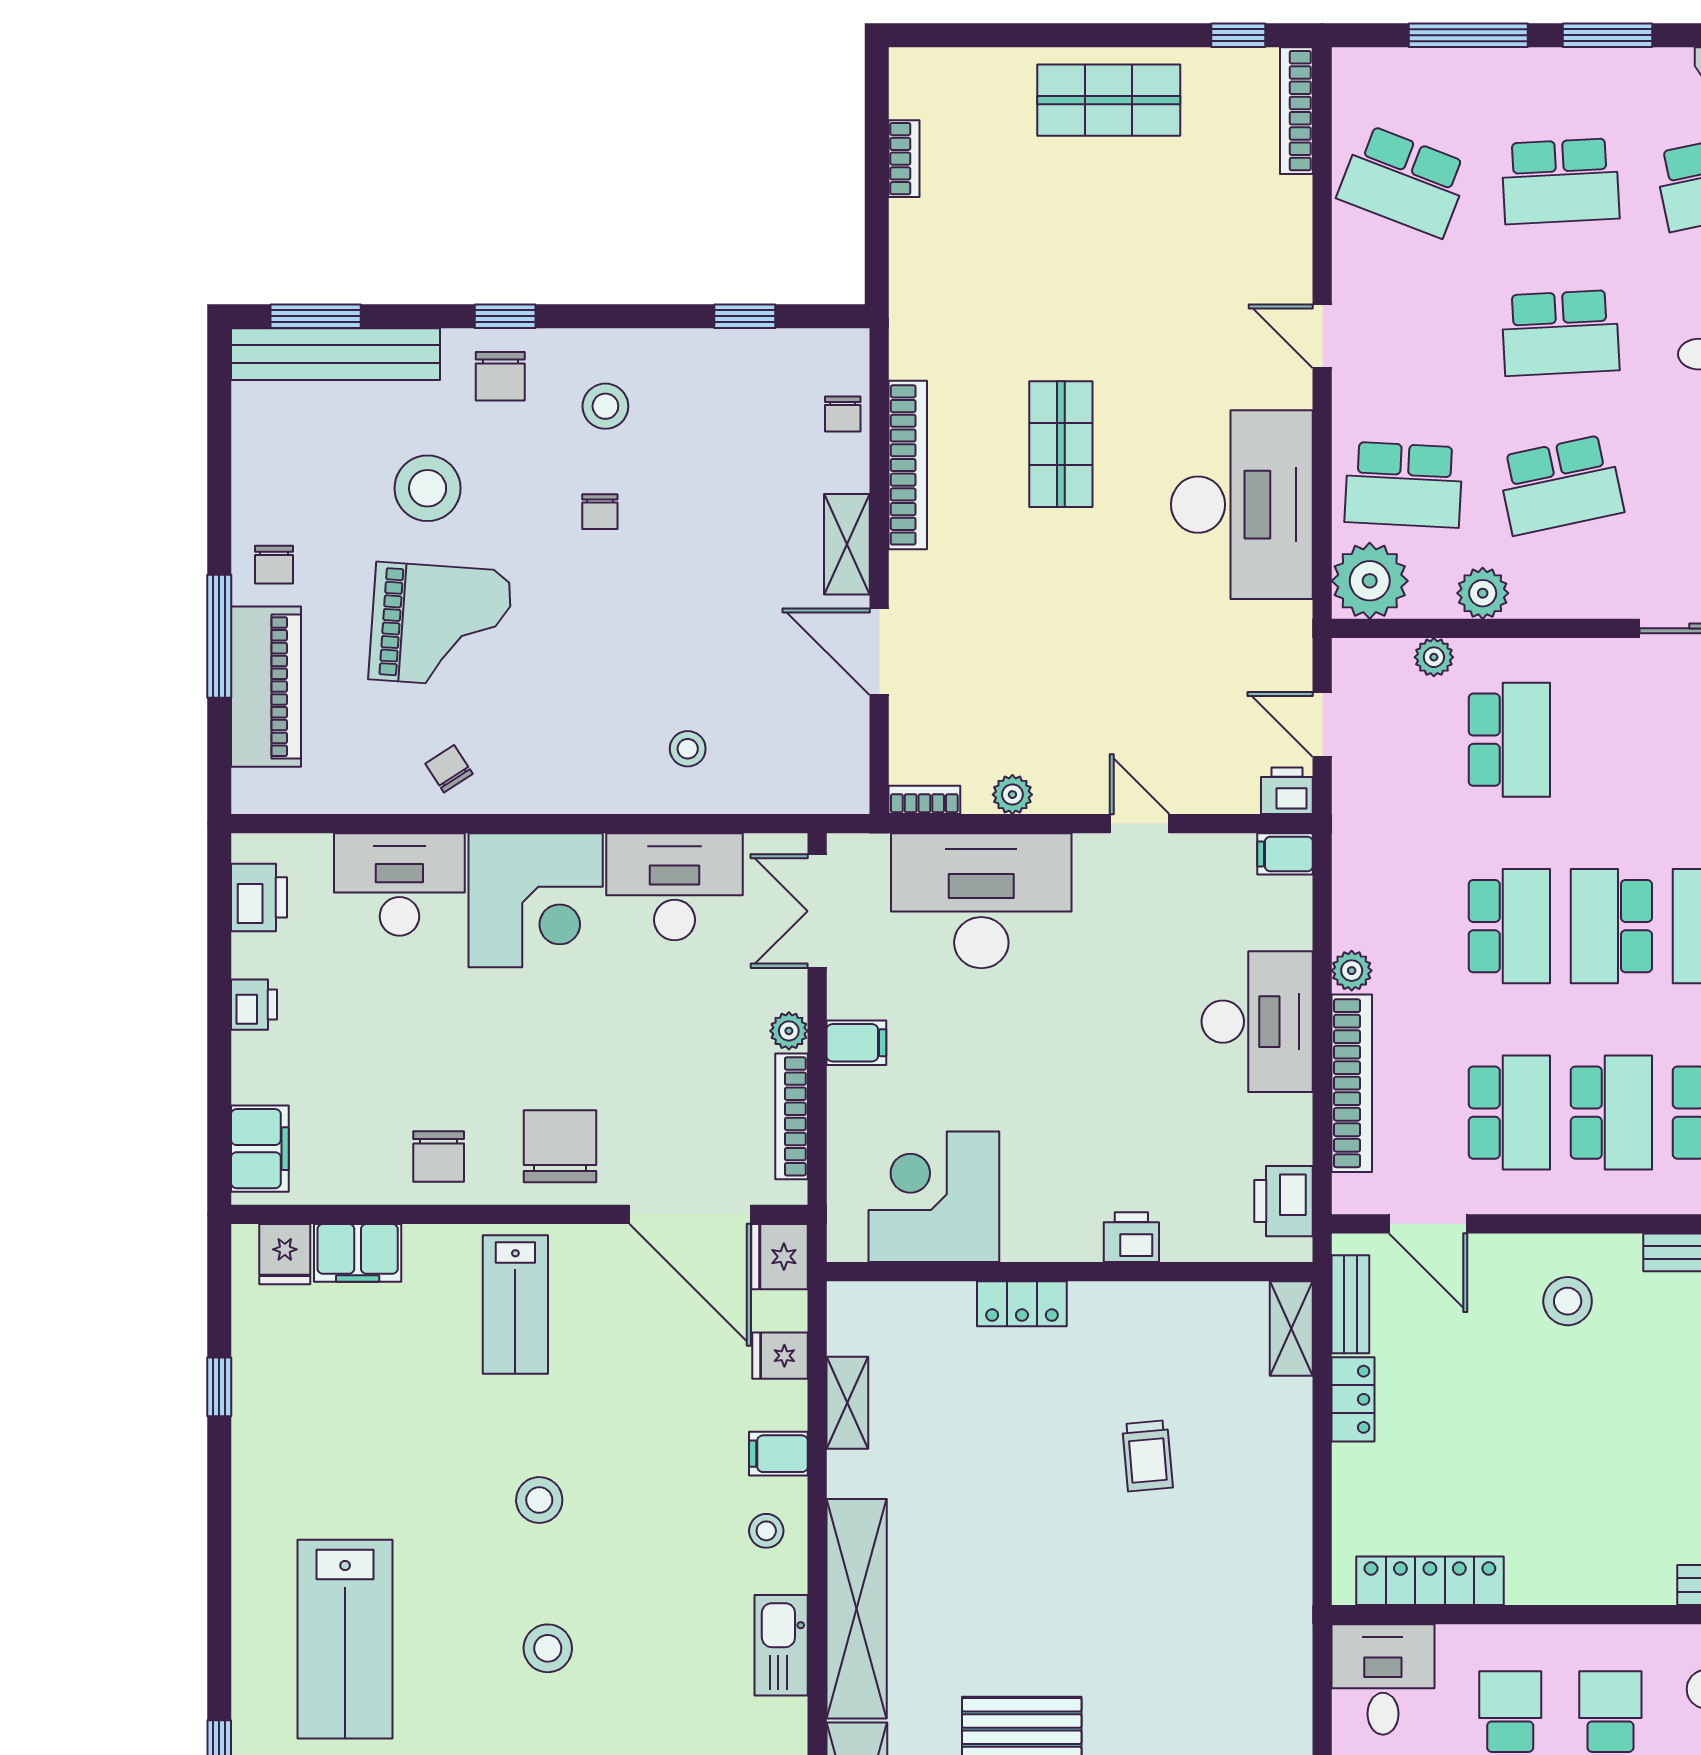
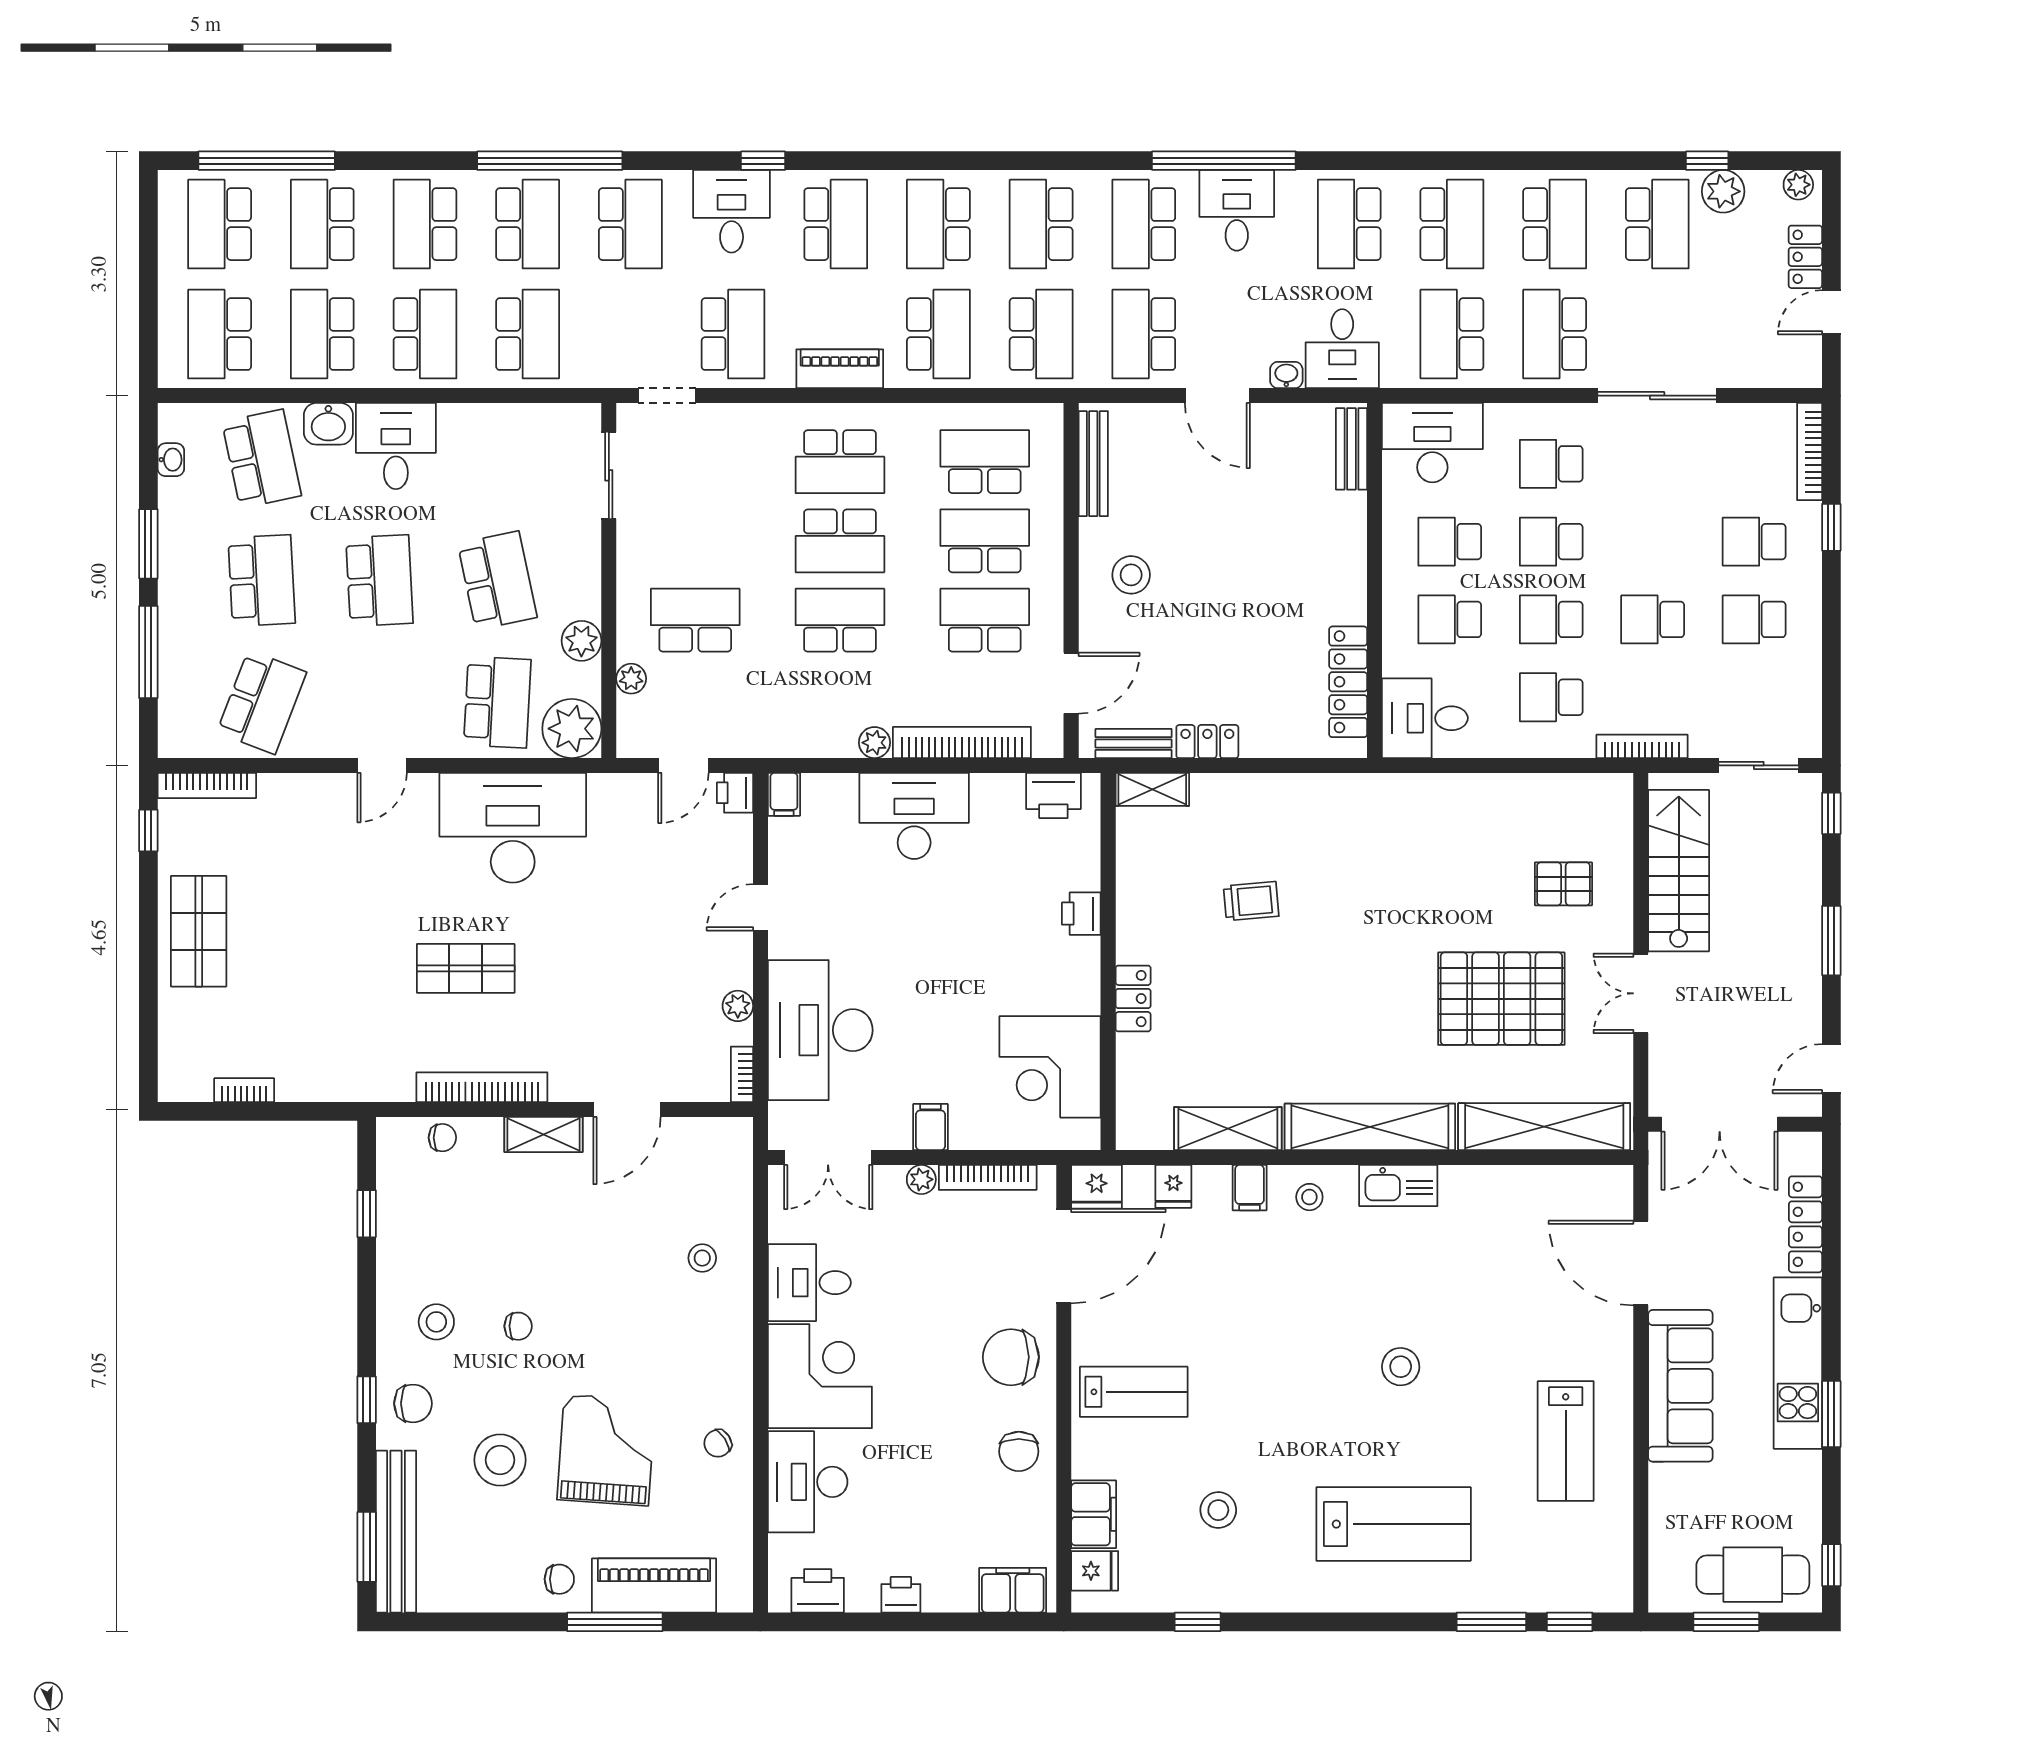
desk: (674, 887) -> (809, 1283), width x0.73
chair: (439, 1156) -> (1019, 1451), turned 90
shelving: (847, 1403) -> (1228, 1129), width x1.50, depth x1.33
stool: (539, 1500) -> (1218, 1510), moved

